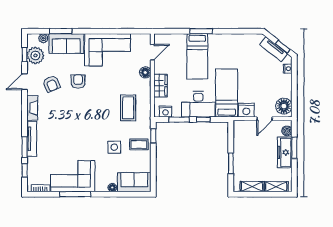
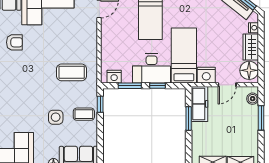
floor lamp: (145, 72) -> (91, 32), removed
armchair: (78, 82) -> (14, 42), turned 90
wardrobe: (160, 86) -> (251, 47), moved, turned 180
coffee table: (128, 108) -> (72, 72), turned 90
freezer: (285, 152) -> (199, 104), moved, turned 180
window: (231, 163) -> (189, 118), moved

